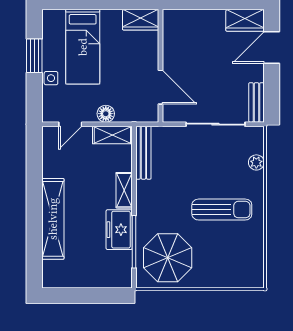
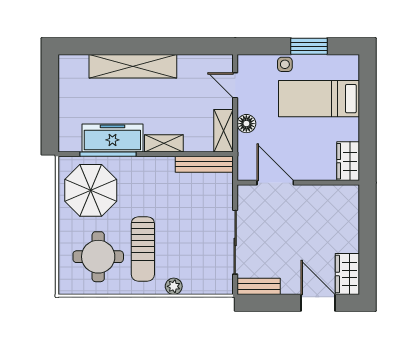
door: (160, 87) -> (275, 183), swing flipped
plant: (256, 162) -> (174, 286), moved
freezer: (119, 230) -> (112, 138), width x1.40
round table: (229, 251) -> (98, 257), added

